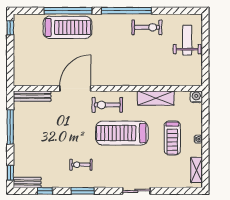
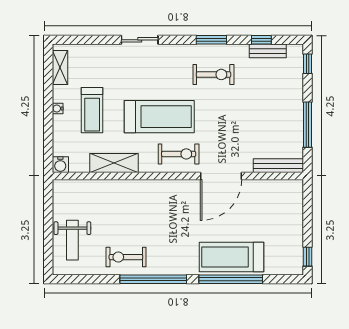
treadmill: (172, 138) -> (92, 110), turned 180
exercise bike: (81, 165) -> (214, 74), width x1.38, depth x1.39
bench: (27, 182) -> (268, 51), moved

